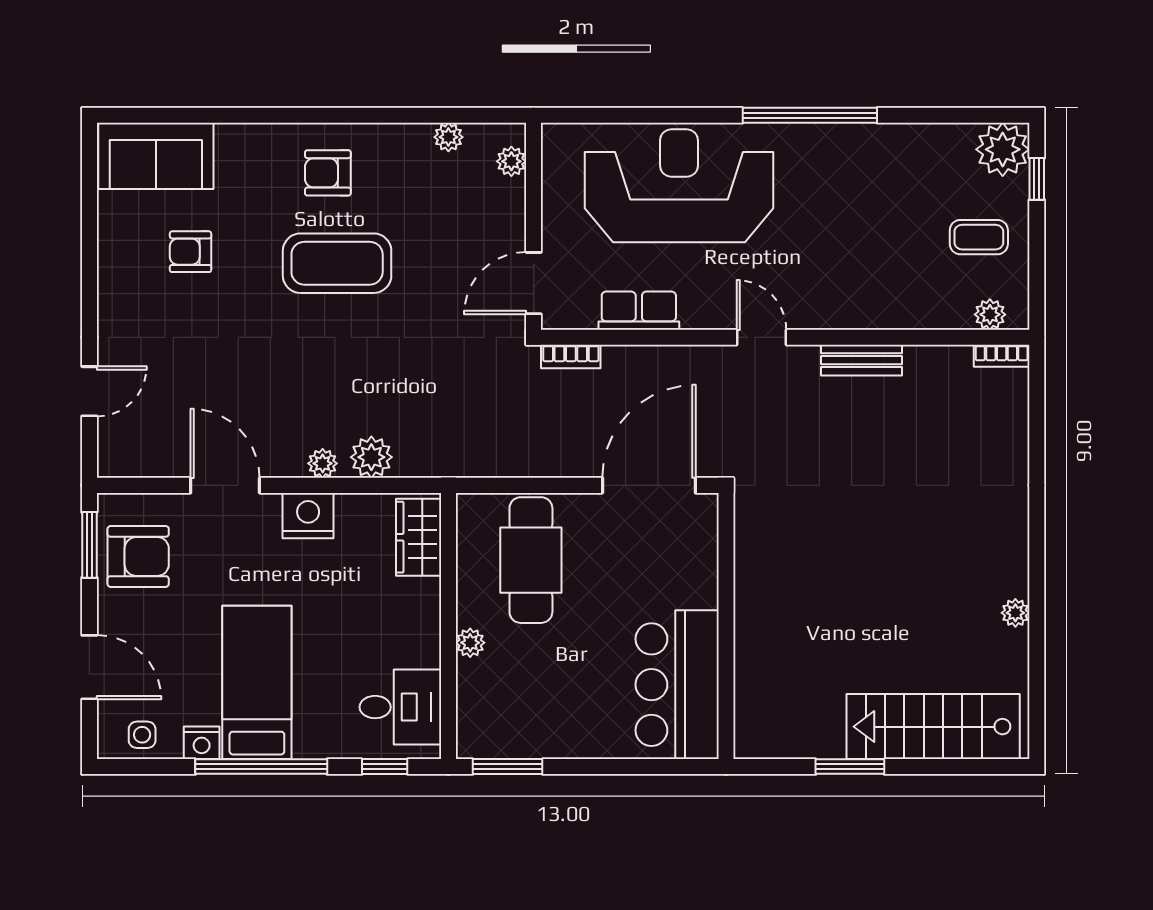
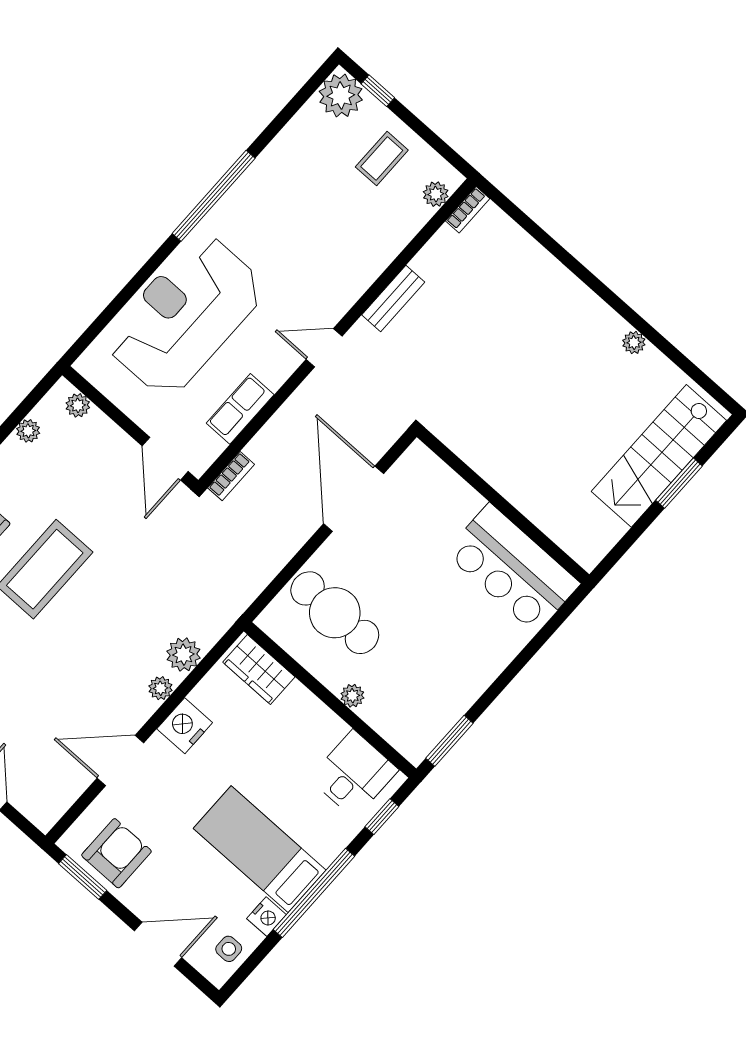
wall: (726, 626) -> (503, 506), moved
bar counter: (677, 685) -> (513, 568), moved
window: (850, 767) -> (679, 483), moved

